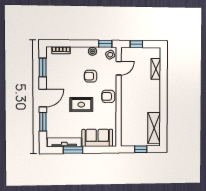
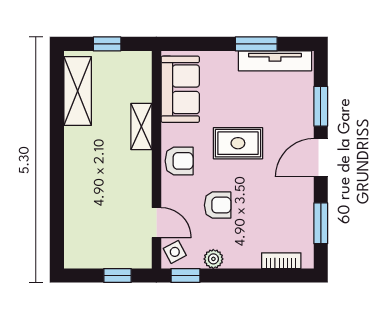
door: (119, 68) -> (156, 223), swing flipped
shelving: (156, 69) -> (141, 127), moved
sofa: (97, 138) -> (180, 89), moved, turned -90

